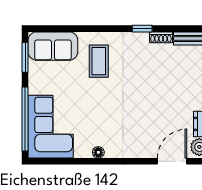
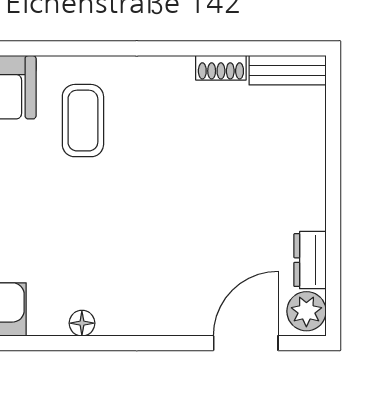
window: (142, 29) -> (179, 48), removed

